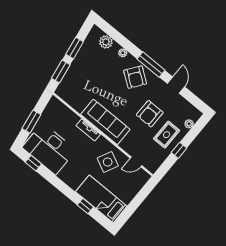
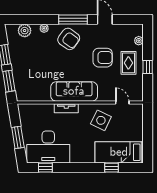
armchair: (150, 114) -> (103, 58), turned -90
door: (136, 162) -> (122, 103), swing flipped

